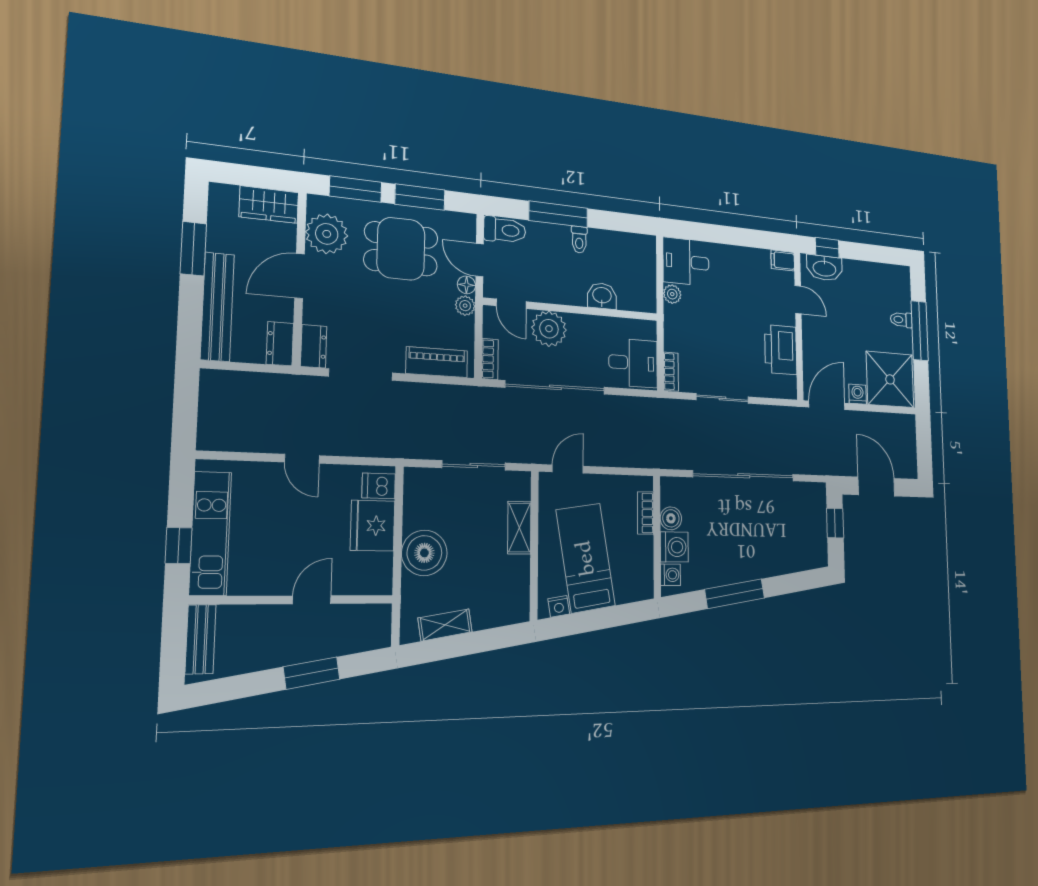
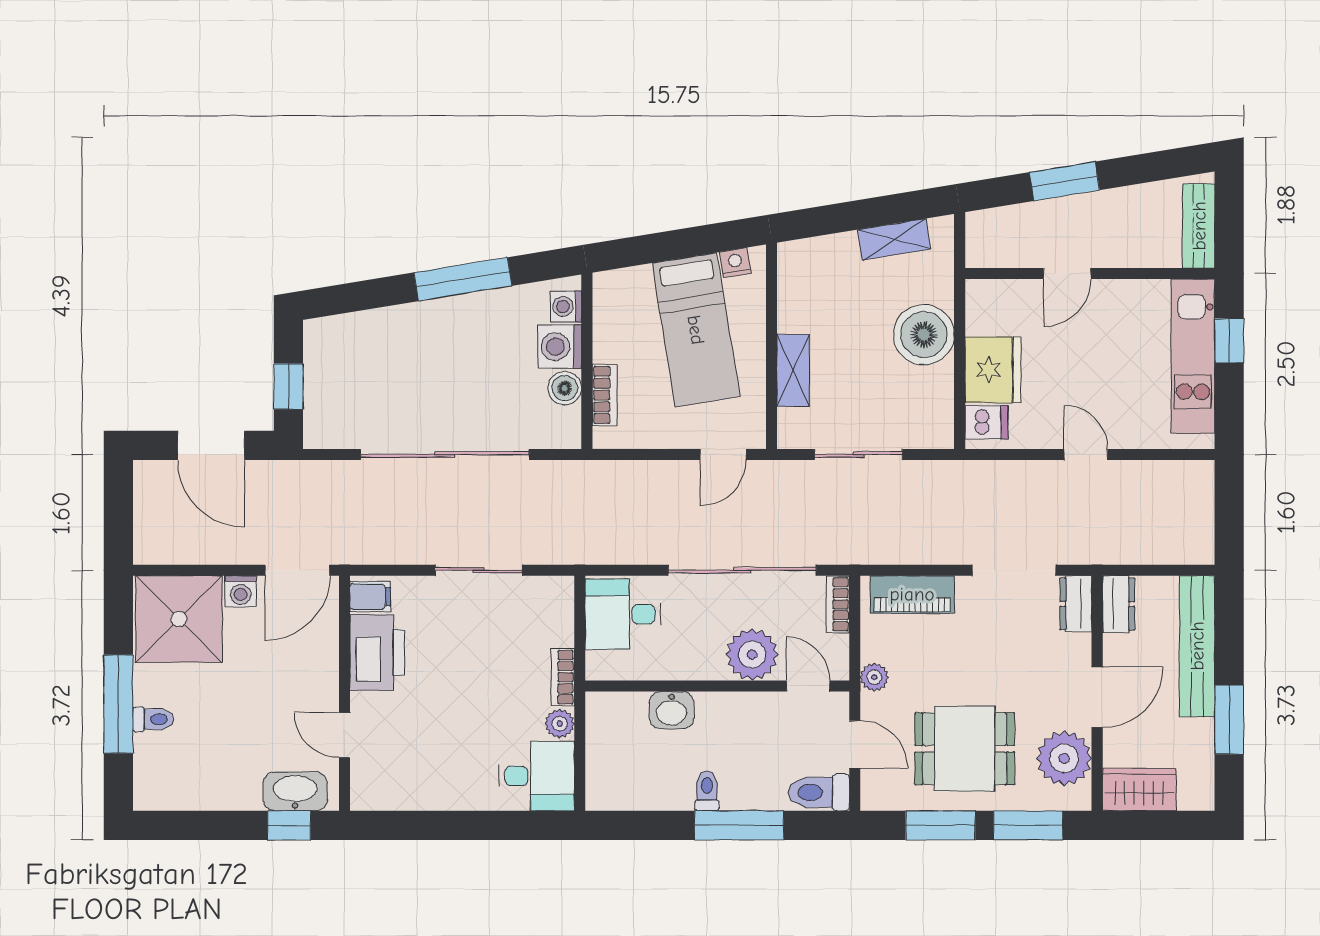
filing cabinet: (783, 260) -> (370, 597), moved
floor lamp: (466, 285) -> (873, 707), removed
bookcase: (671, 372) -> (563, 677), moved

